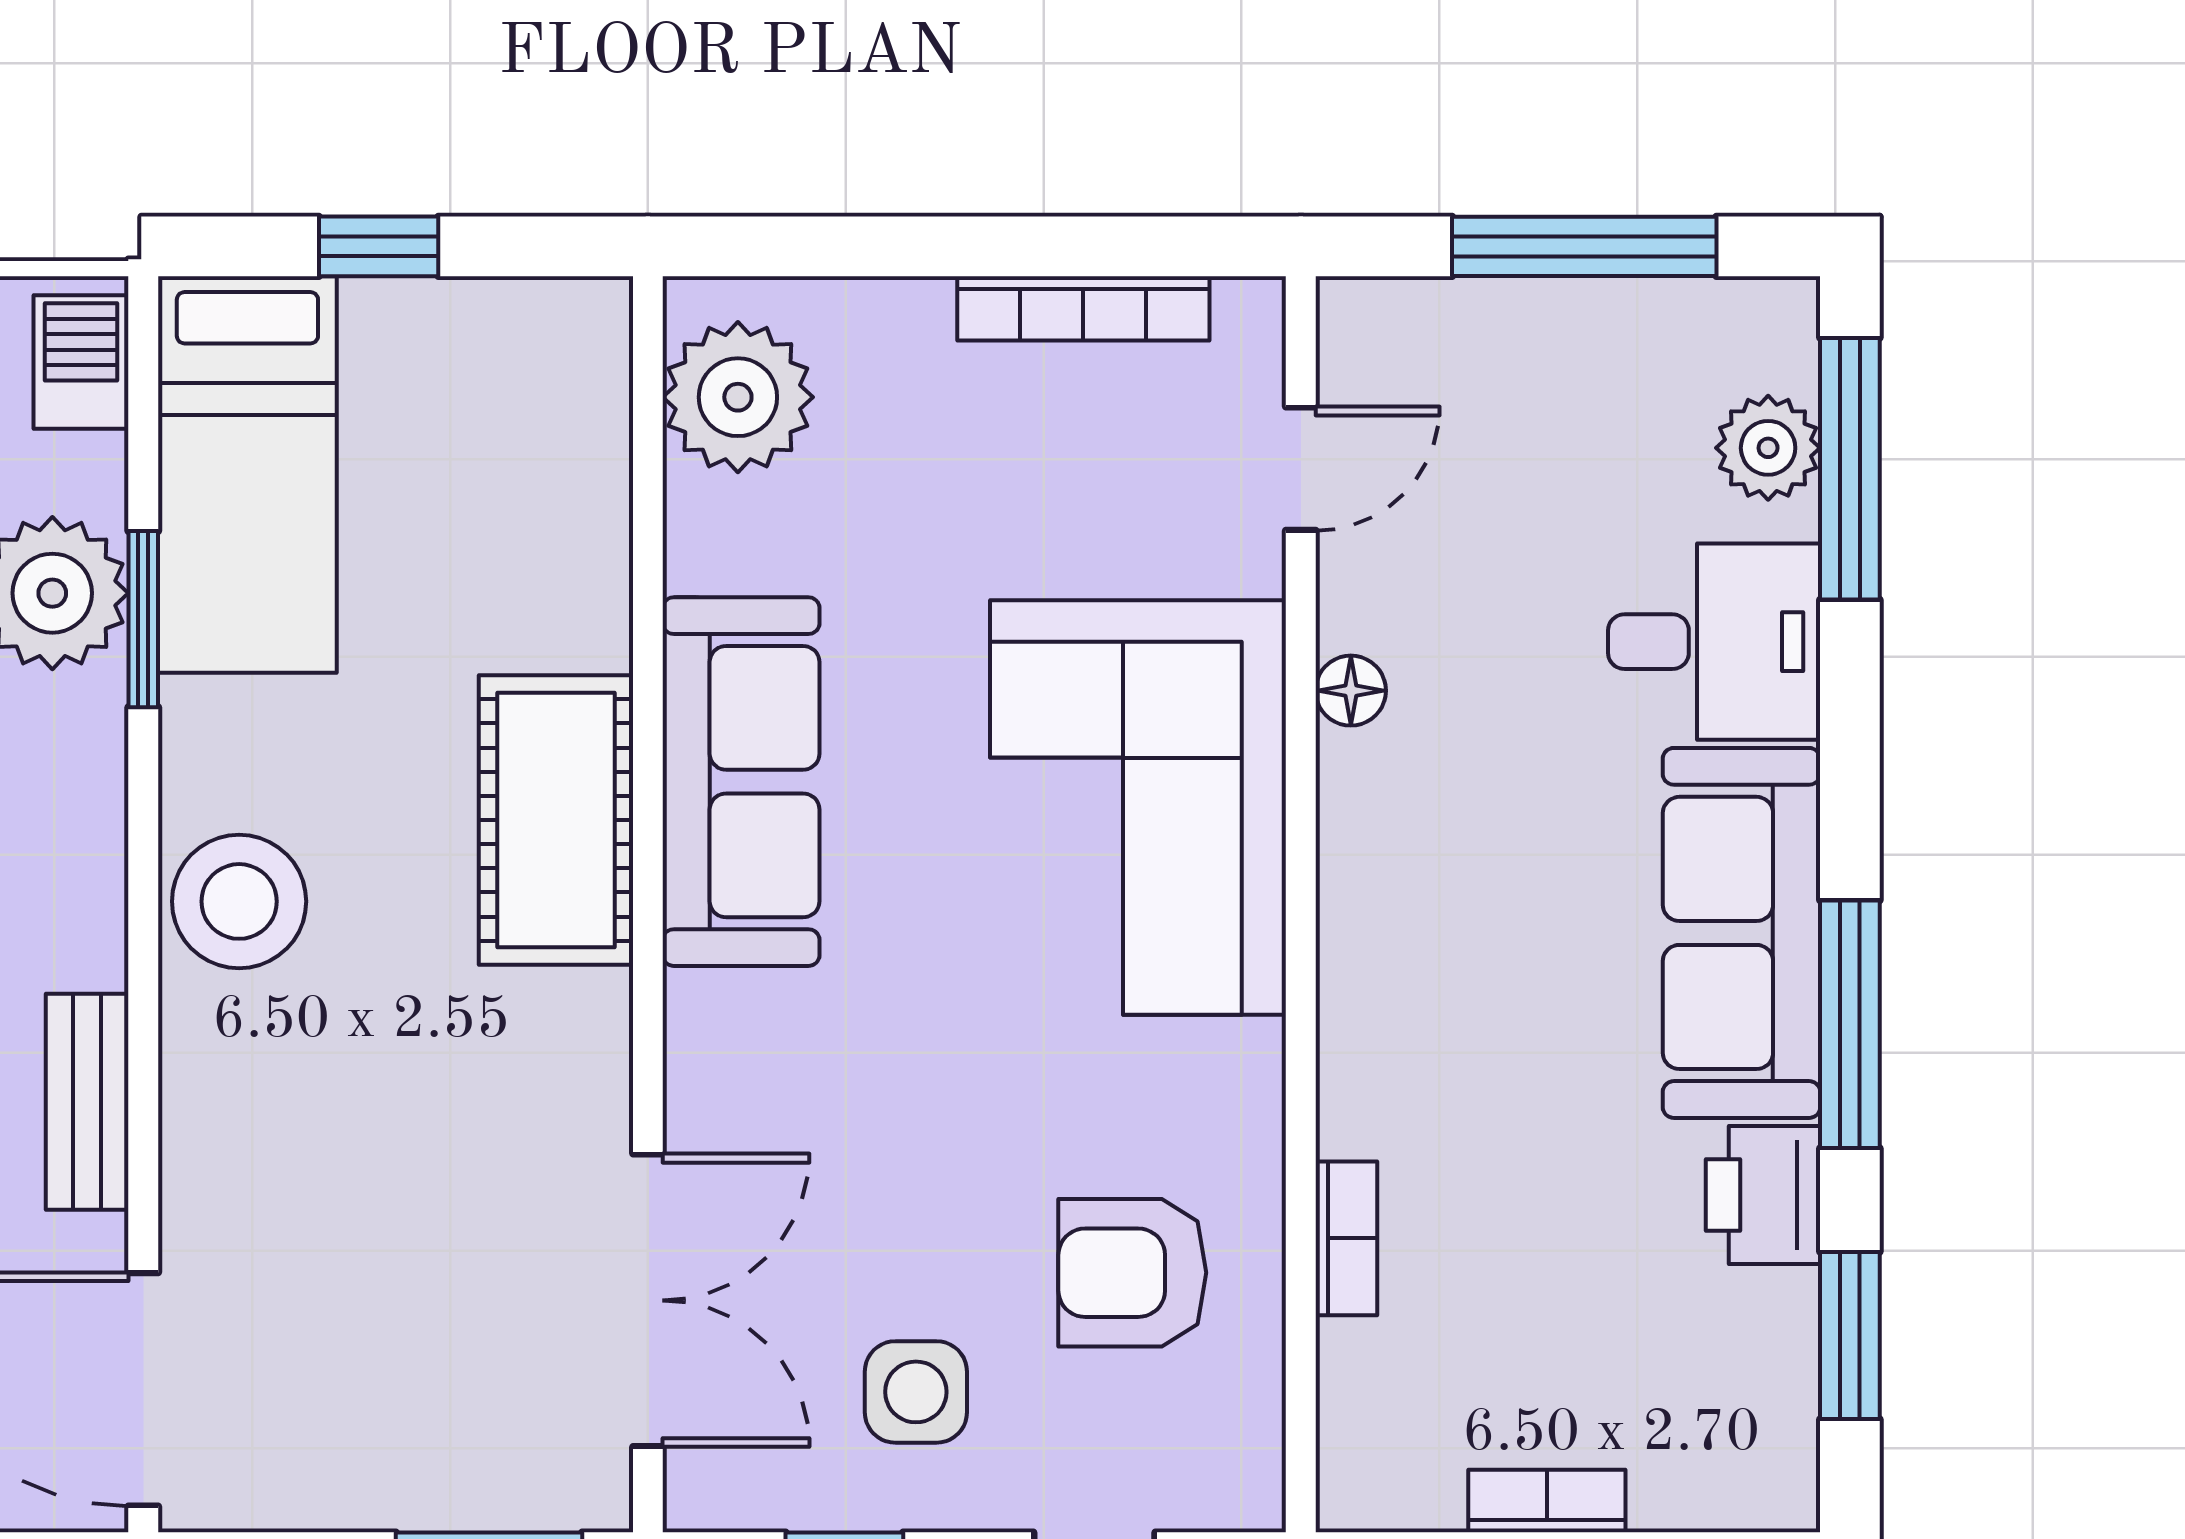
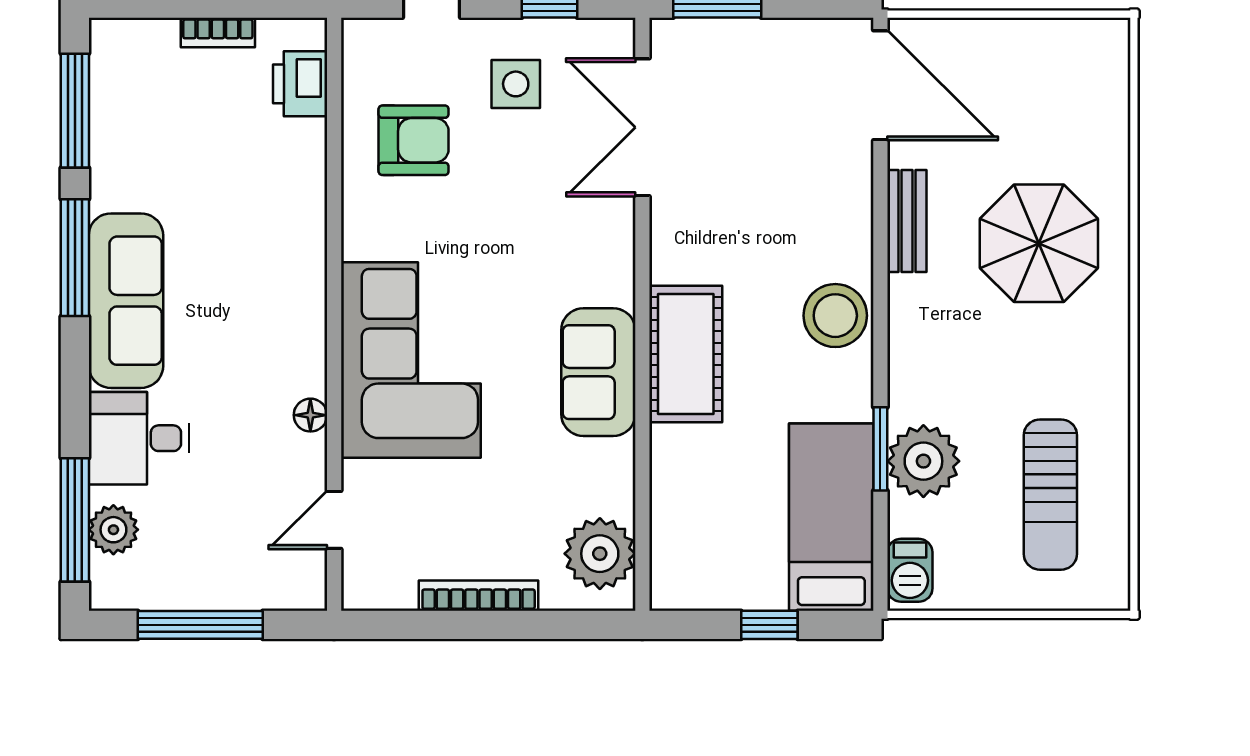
bookcase: (1083, 308) -> (479, 596), moved
sofa: (741, 782) -> (598, 372), width x0.73
printer: (1763, 1195) -> (300, 84), moved, turned 180
bookcase: (1346, 1238) -> (312, 157), removed
window: (1850, 1336) -> (75, 111), width x1.44

